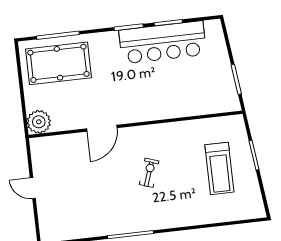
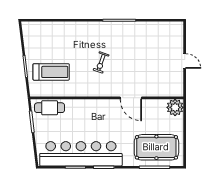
bar counter: (163, 42) -> (81, 154), width x1.36
cafe table: (214, 102) -> (50, 108), added
door: (102, 128) -> (131, 98), swing flipped
treadmill: (219, 168) -> (51, 72), moved, turned 90

